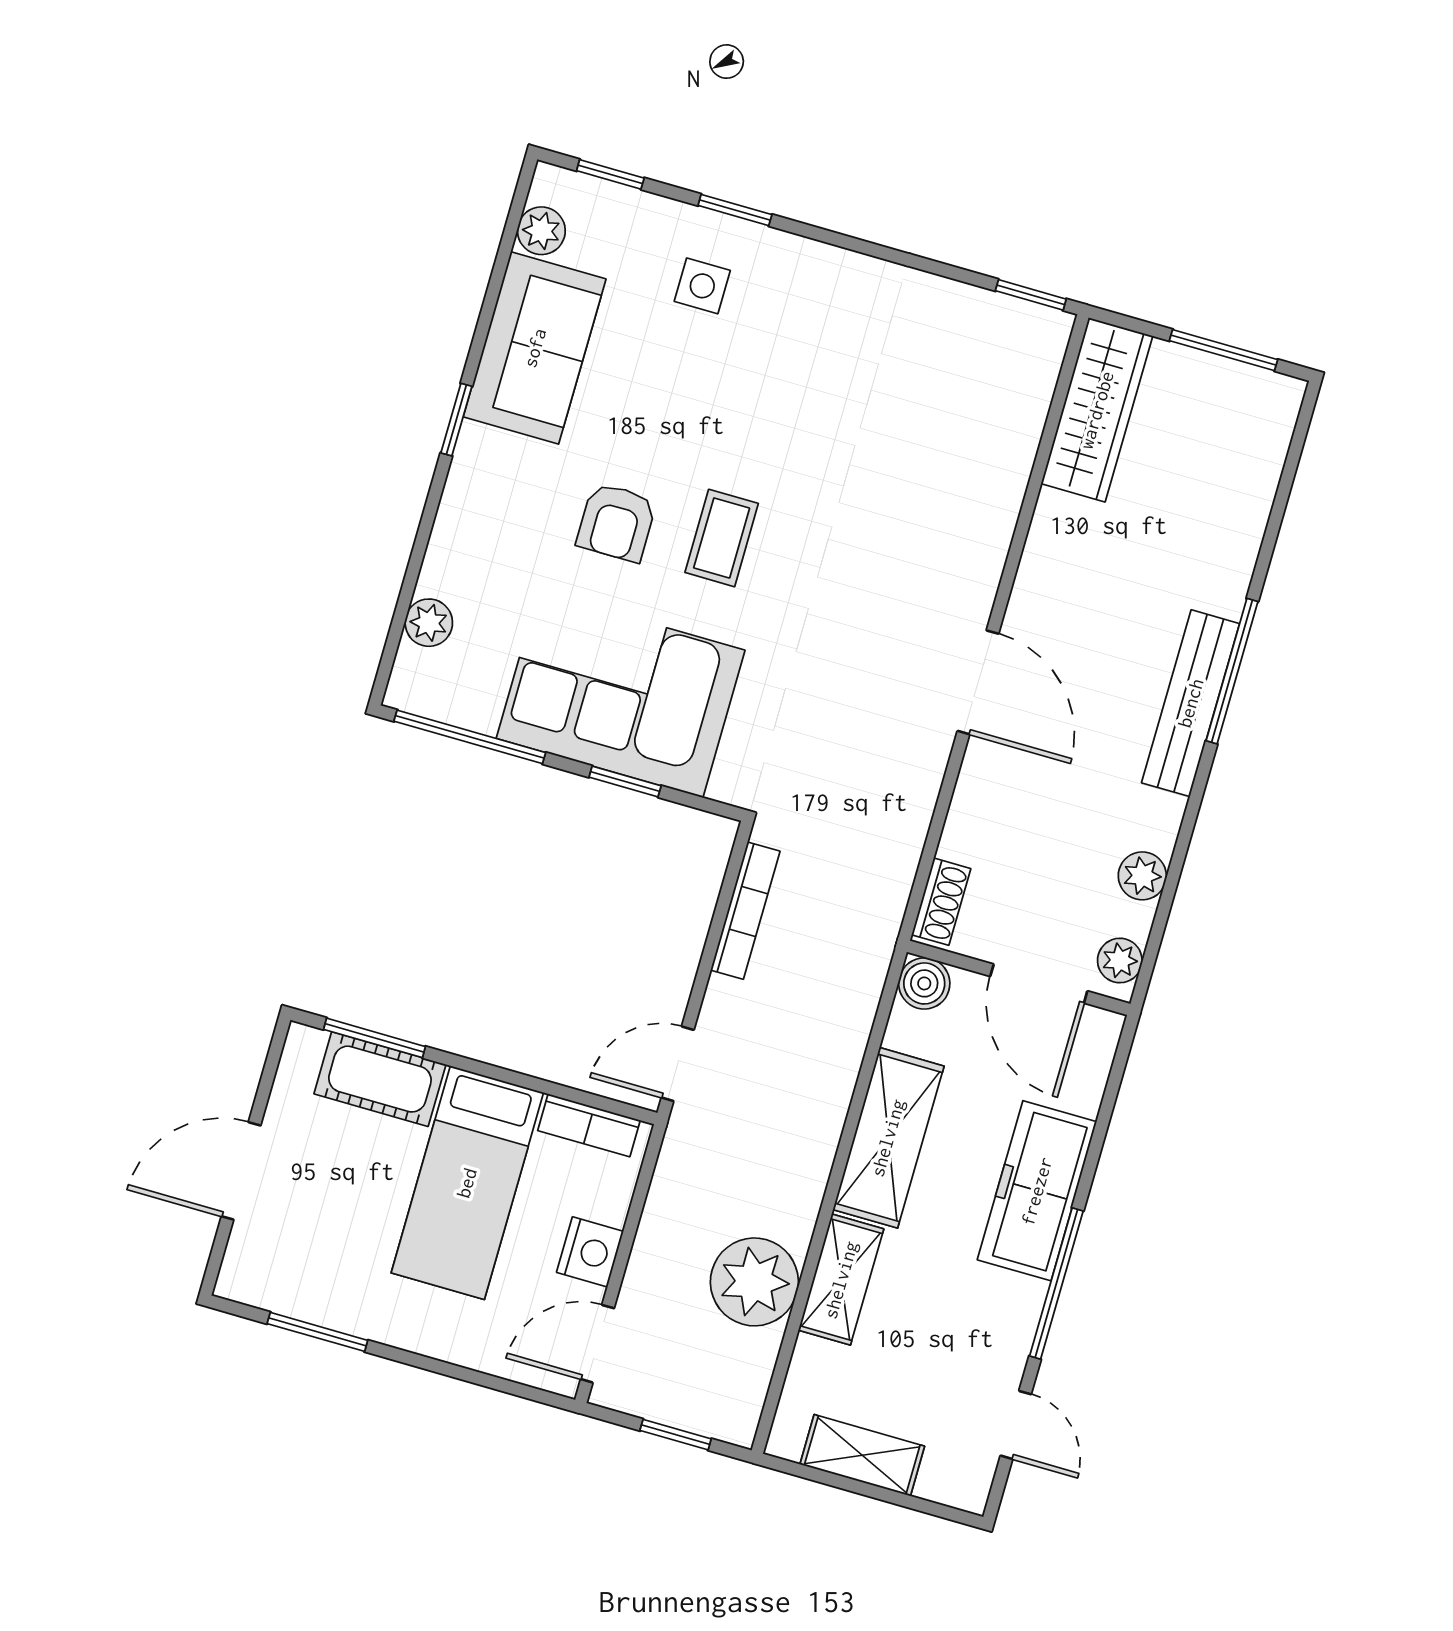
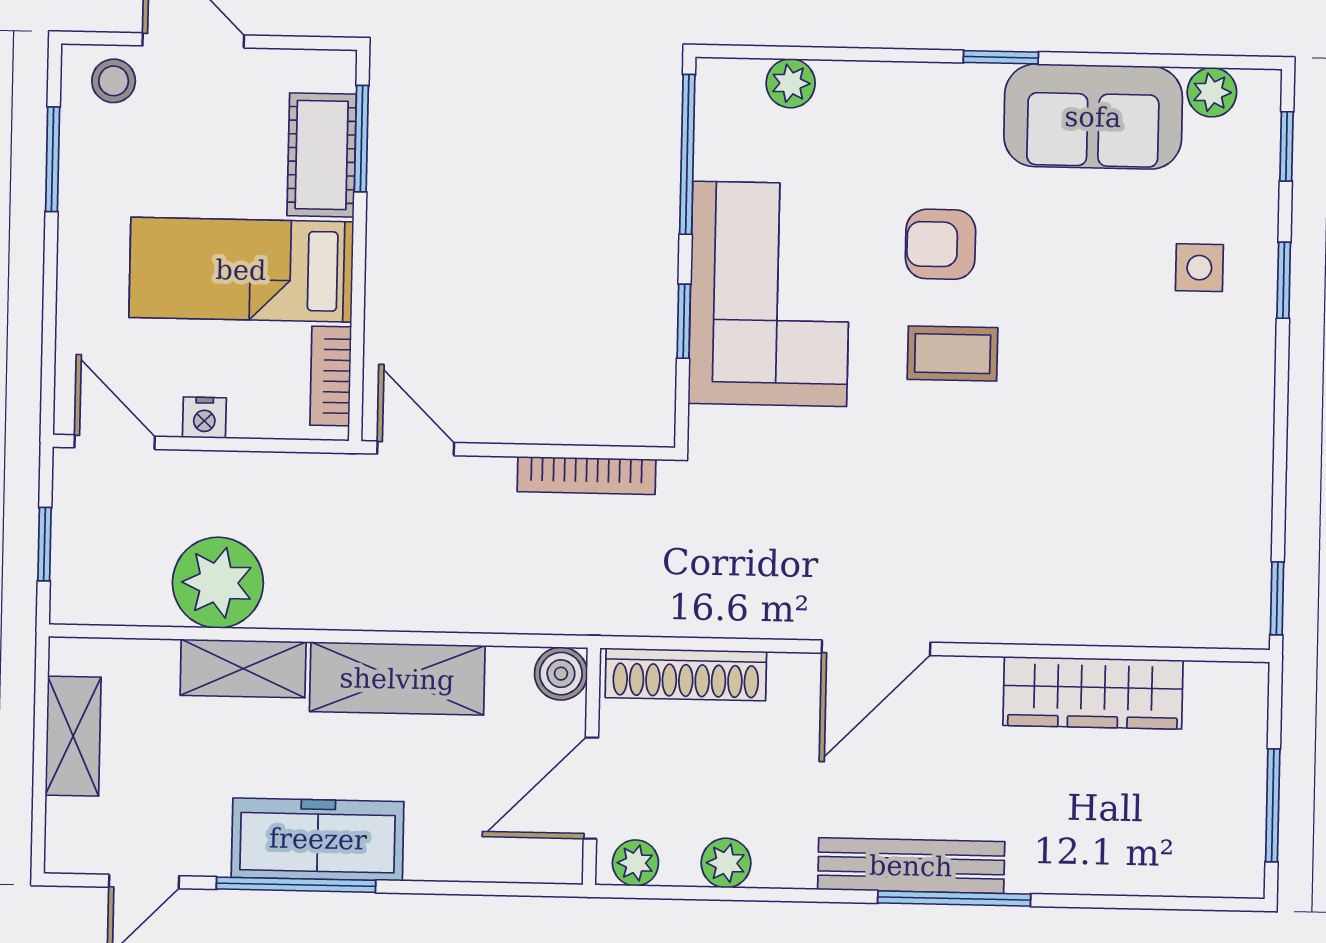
wardrobe: (1097, 410) -> (1093, 693), moved
shoe rack: (941, 902) -> (686, 674), width x1.94, depth x1.24
freezer: (1037, 1191) -> (318, 839), moved
nightstand: (590, 1252) -> (204, 418), width x0.72, depth x0.74
stool: (259, 1255) -> (114, 81), added

